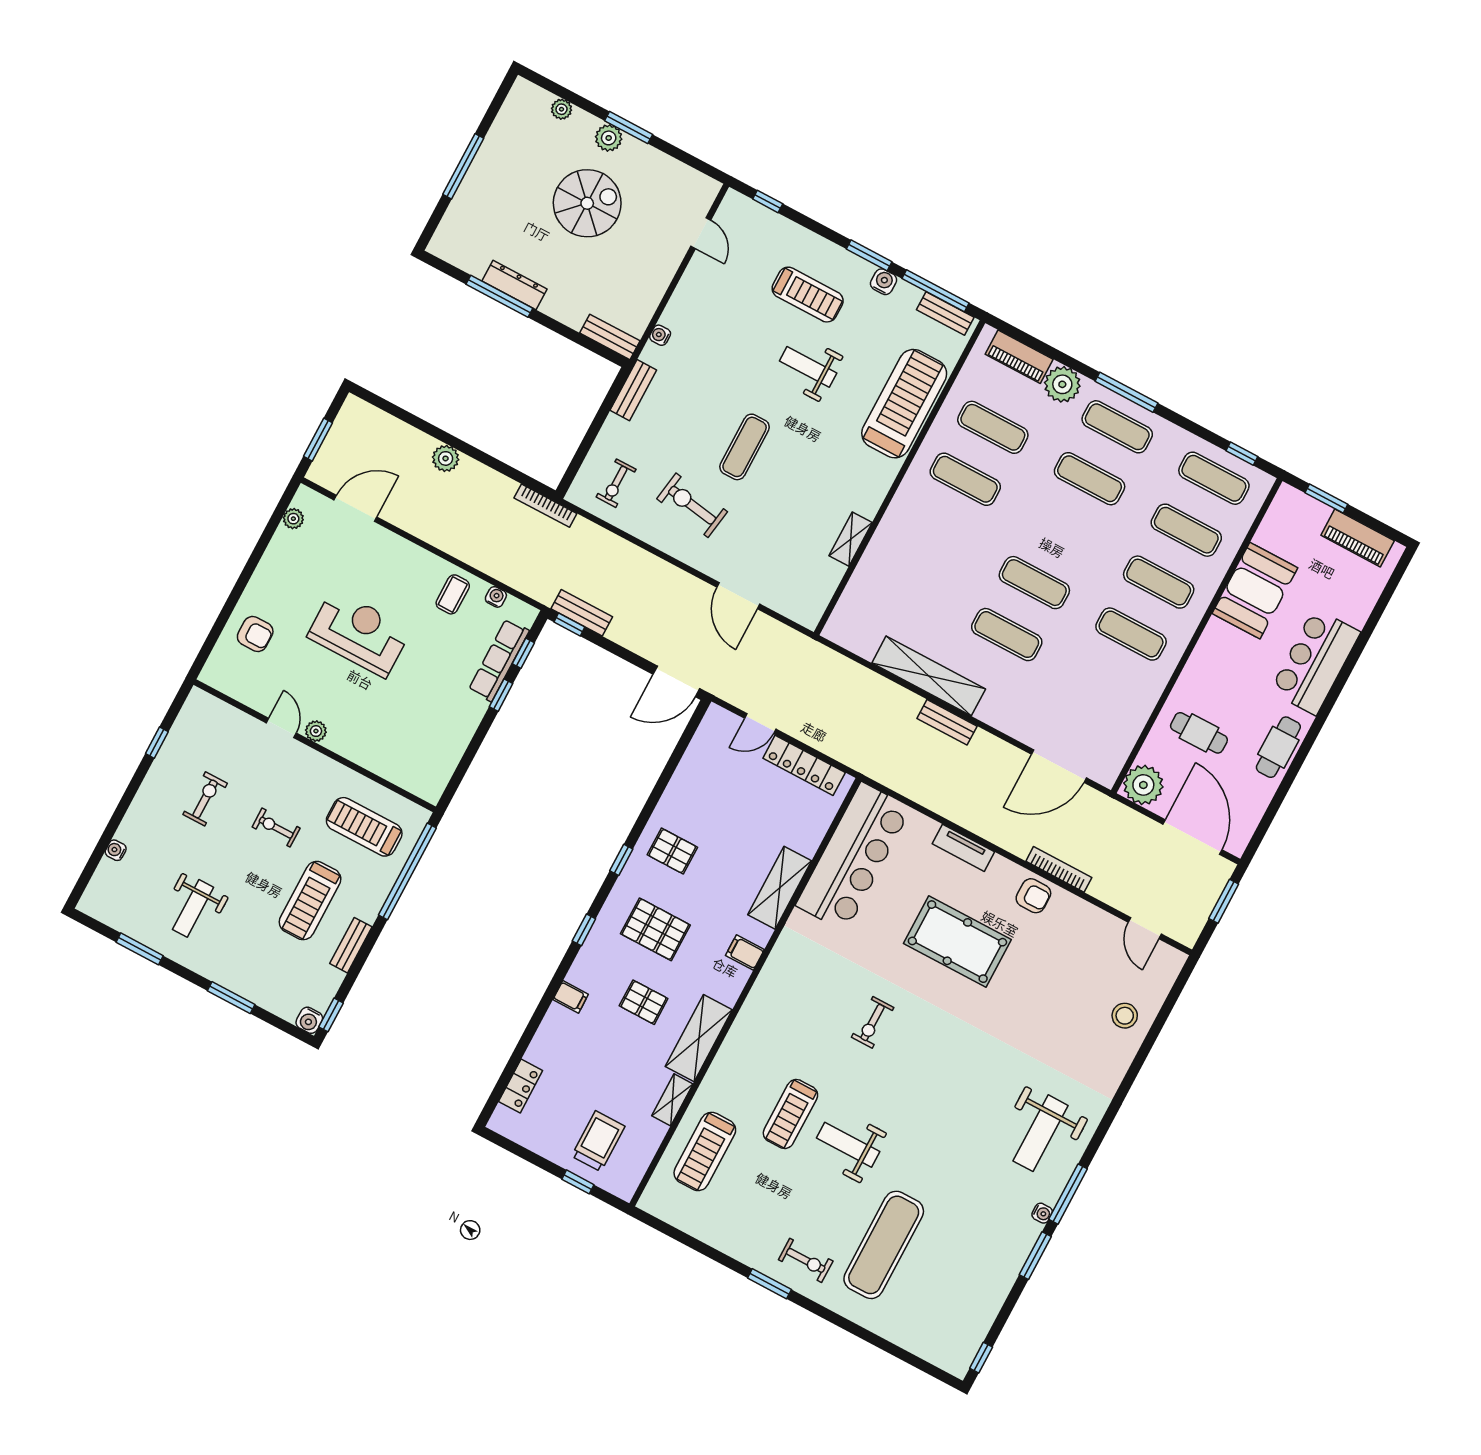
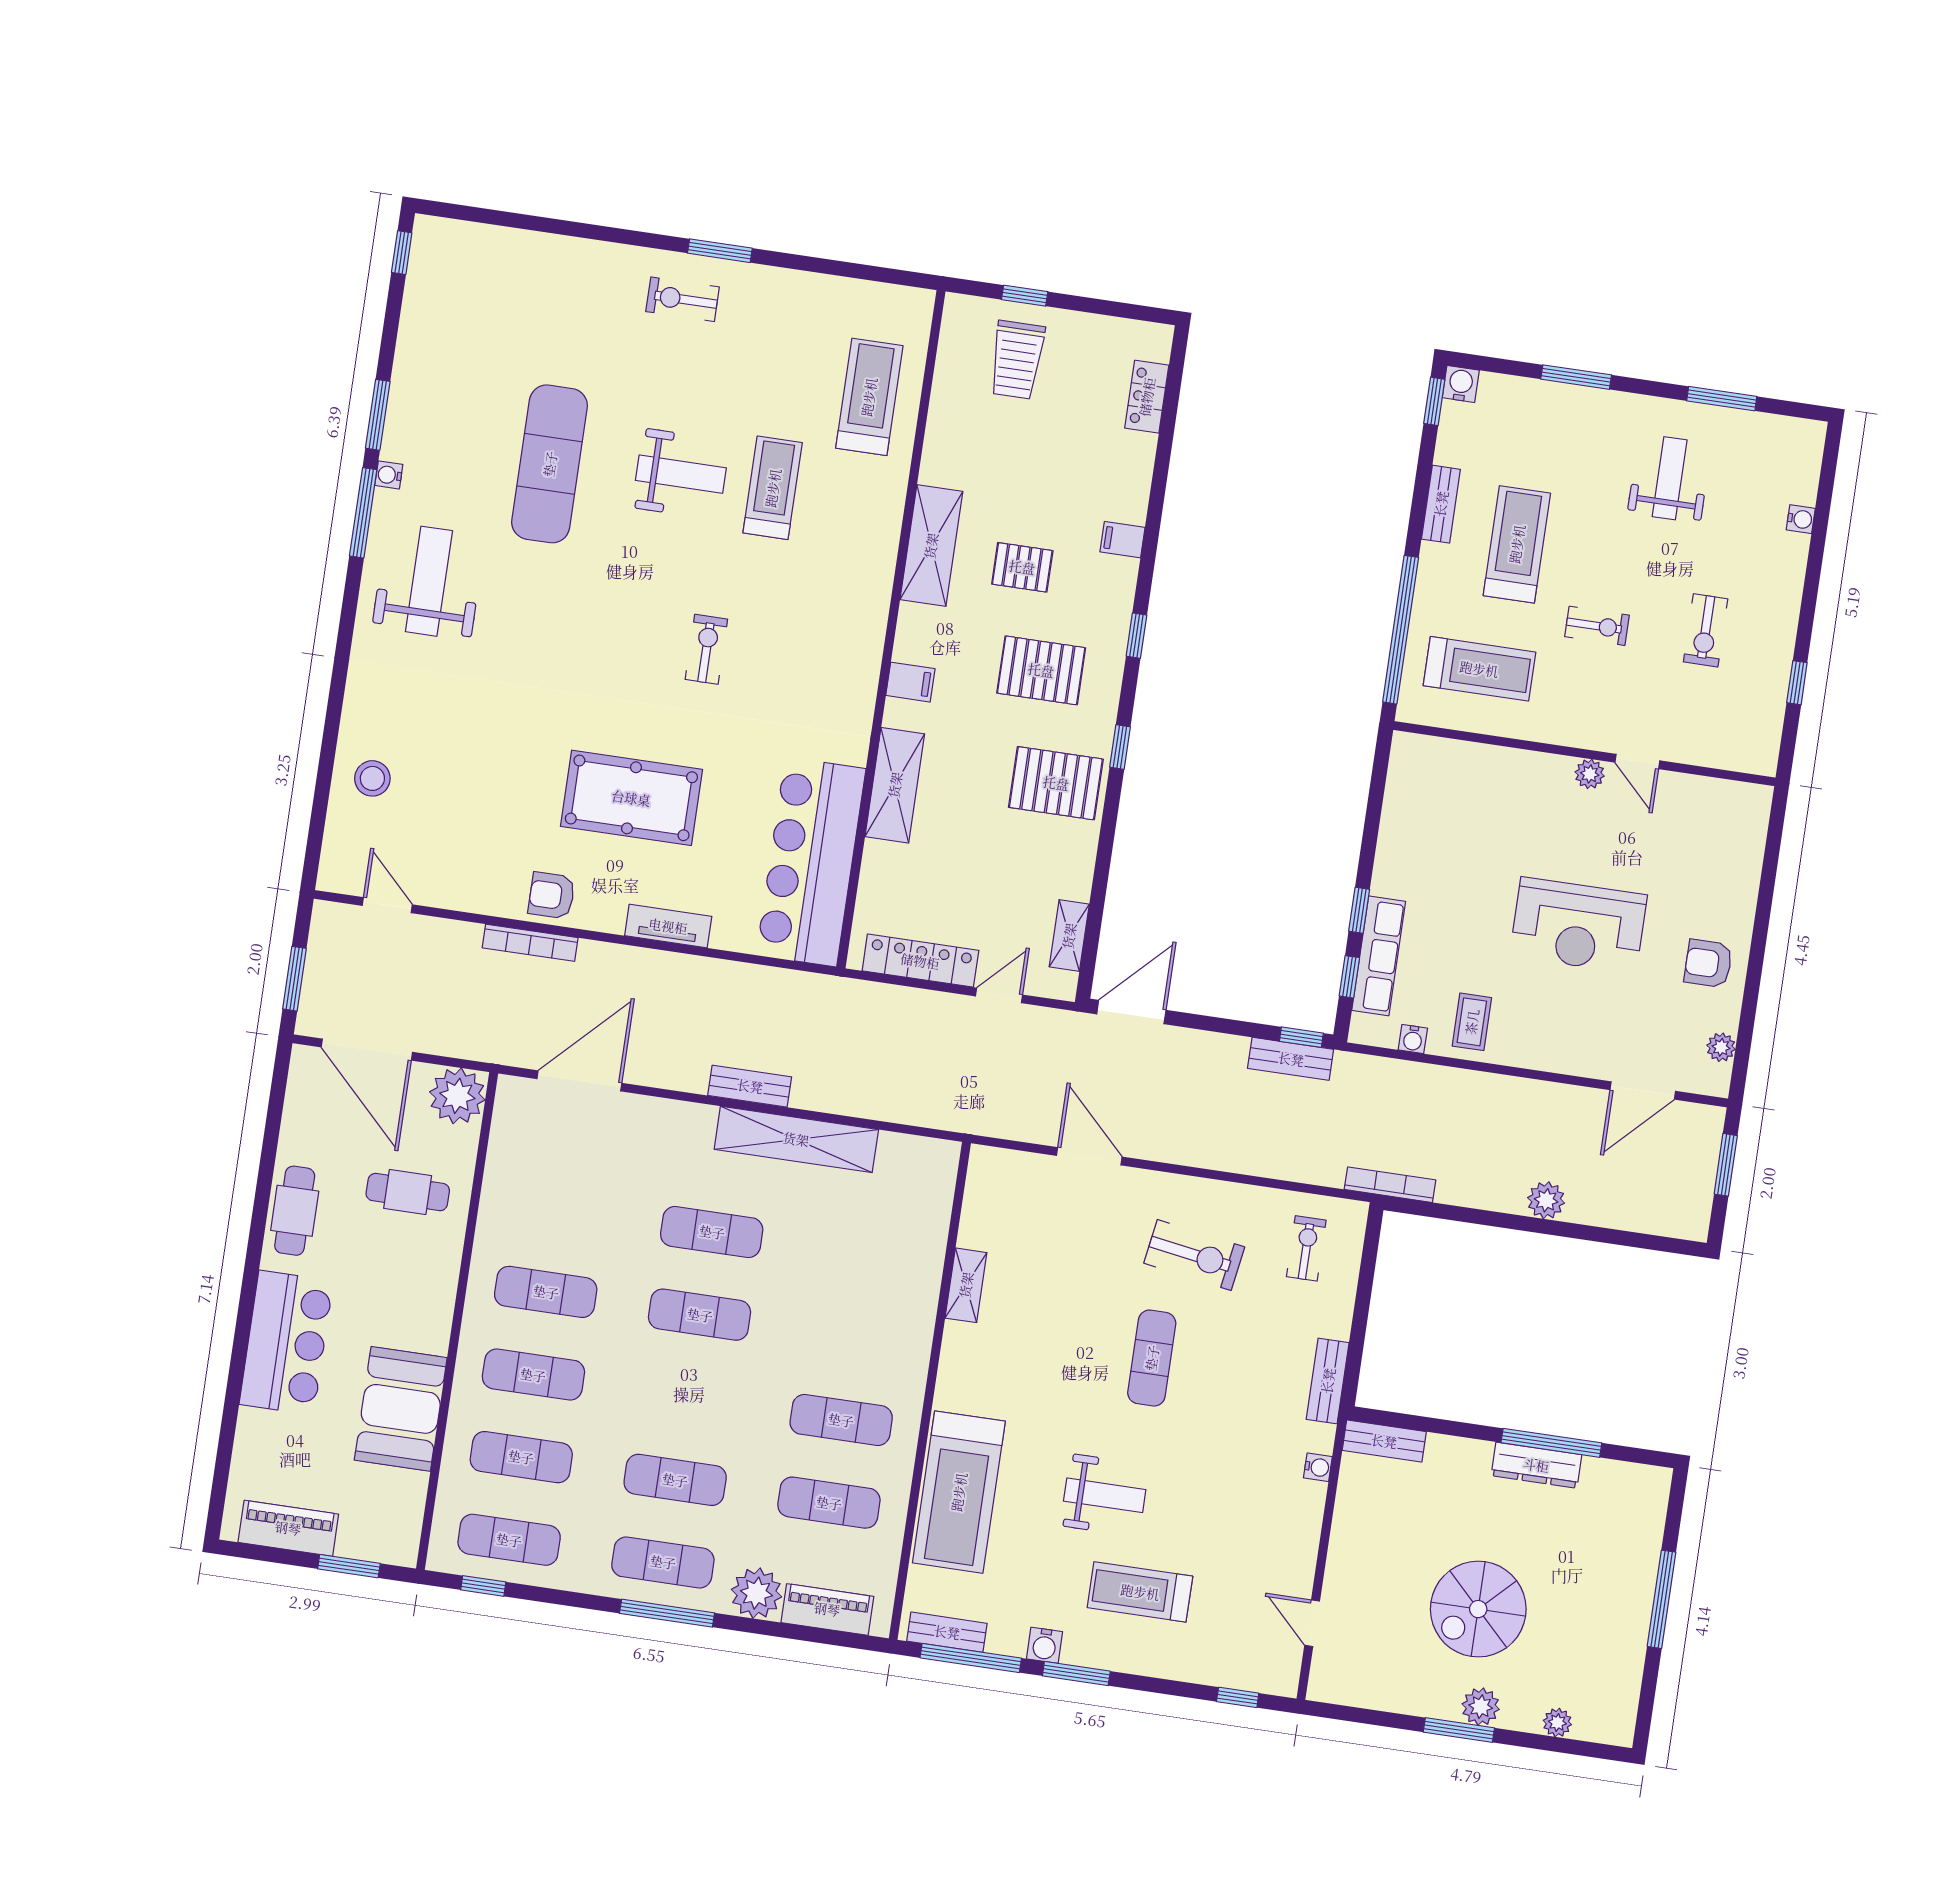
armchair: (255, 634) -> (1708, 963), moved
pallet: (672, 851) -> (1056, 783), width x1.50, depth x1.42
shelving: (672, 1100) -> (1069, 936), moved
exercise mat: (884, 1245) -> (550, 464), moved

